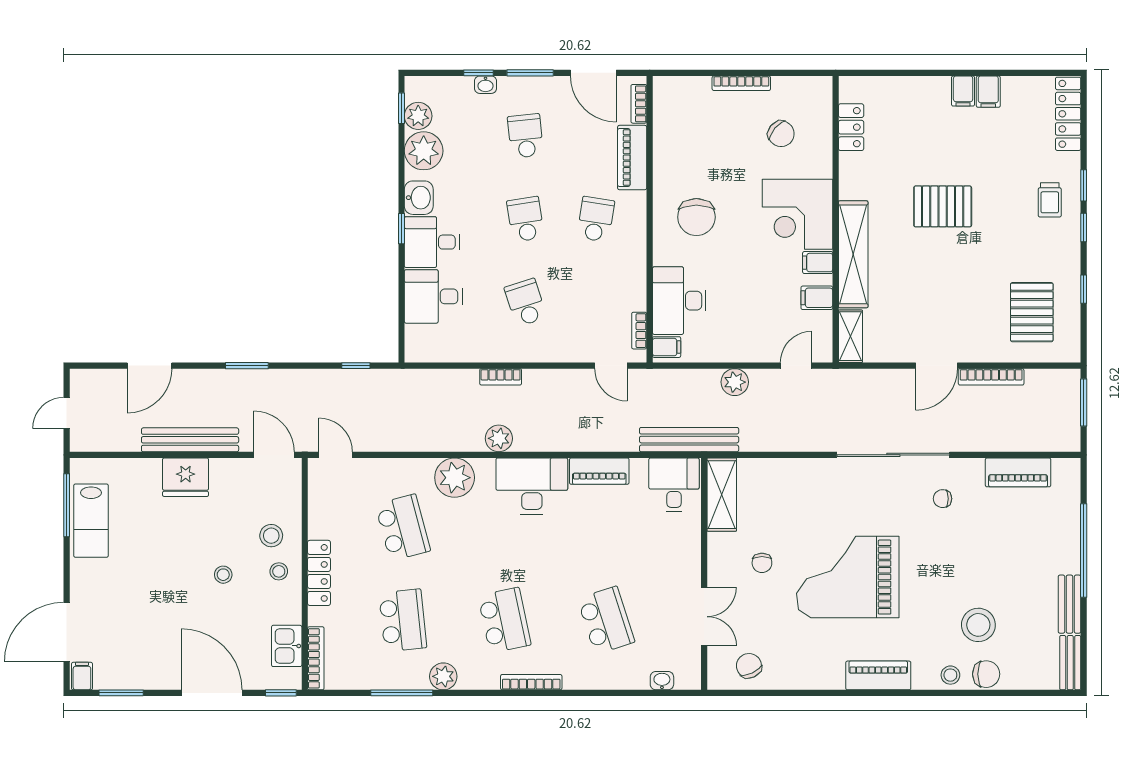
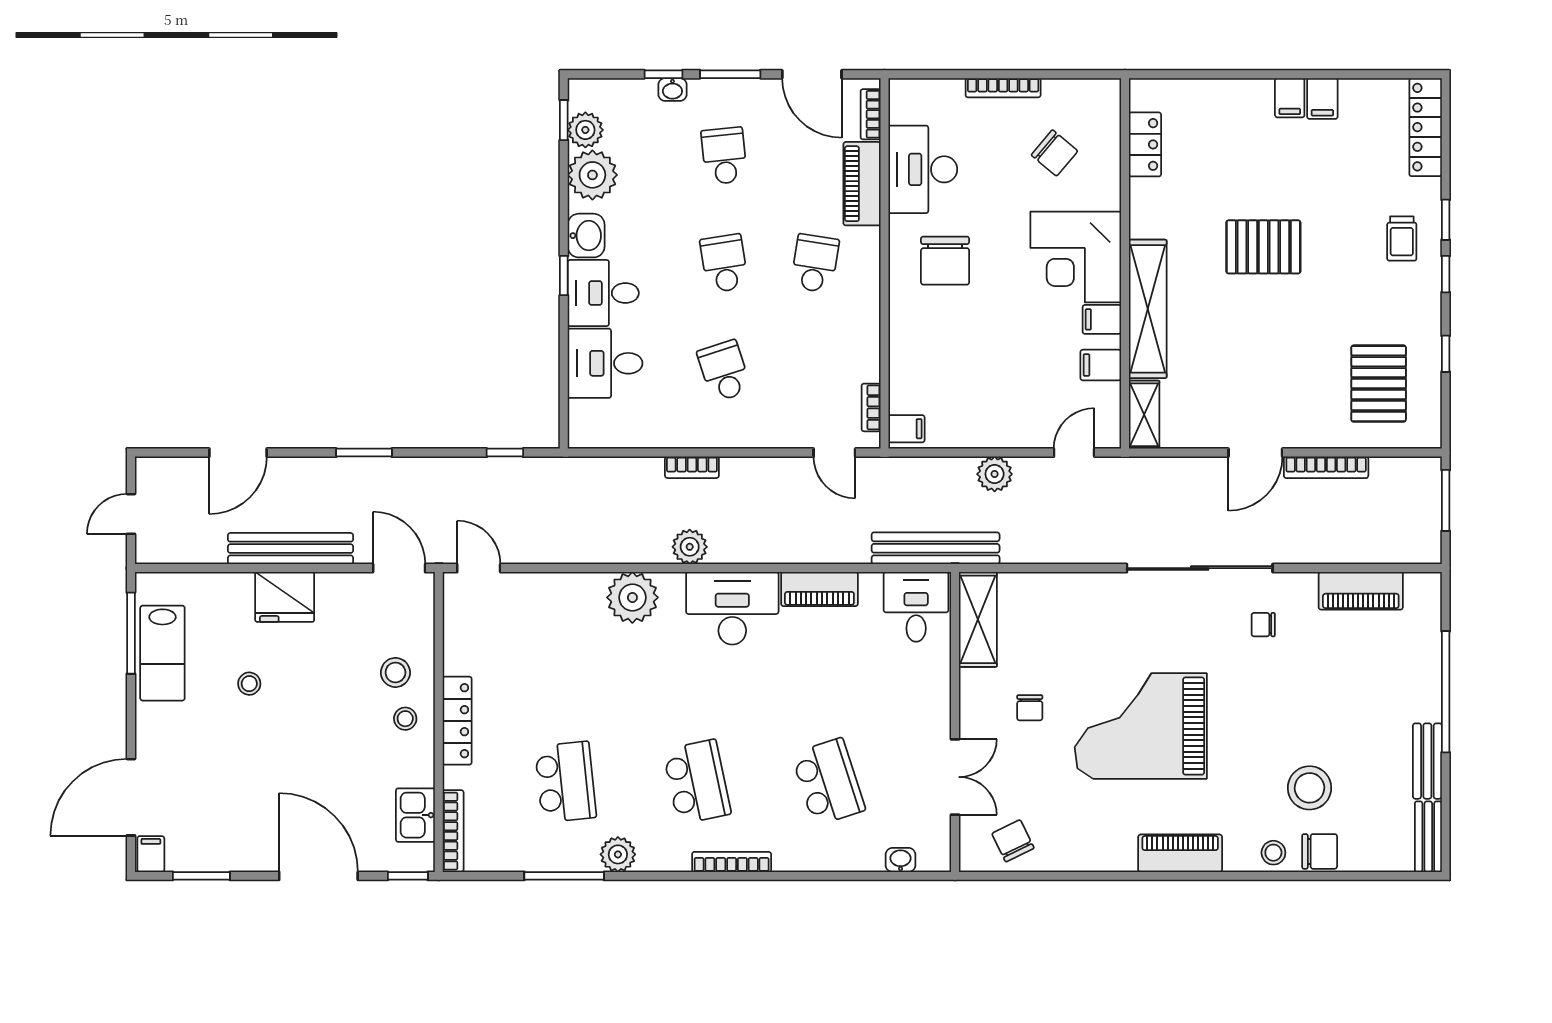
desk: (679, 301) -> (923, 169), moved
school desk: (403, 528) -> (566, 662), removed
stool: (223, 575) -> (249, 684), moved

